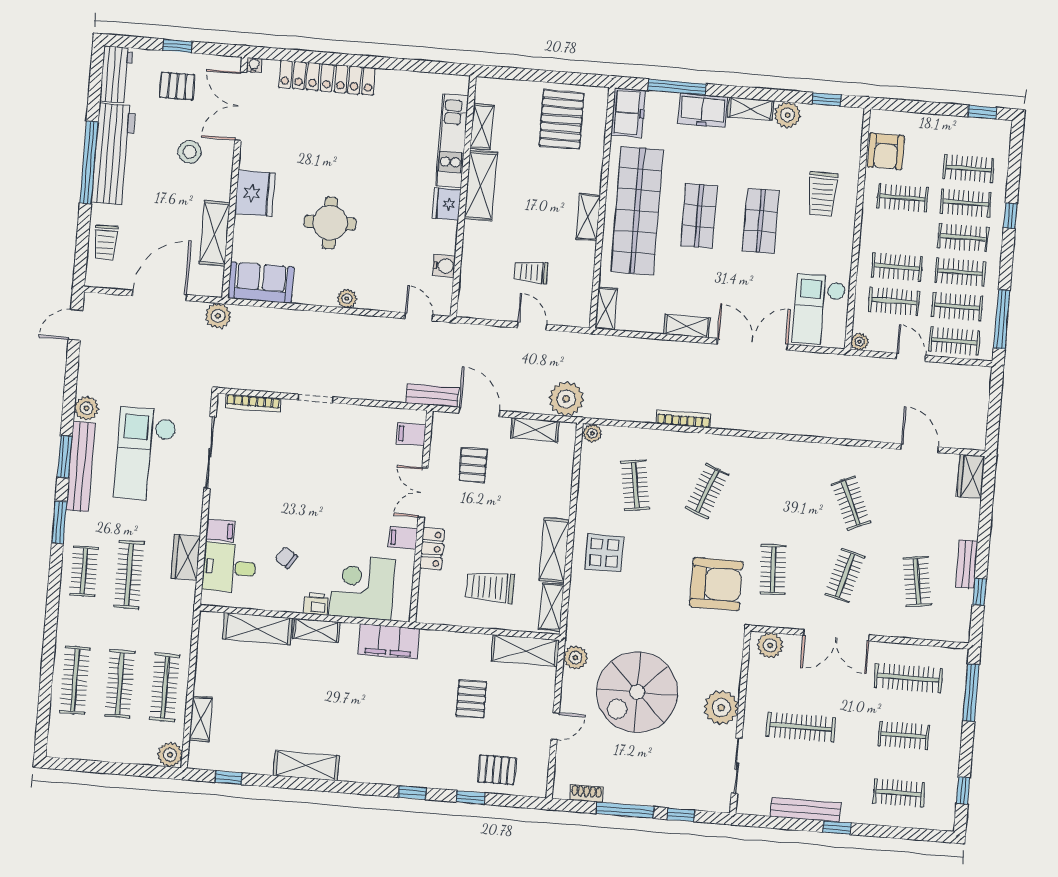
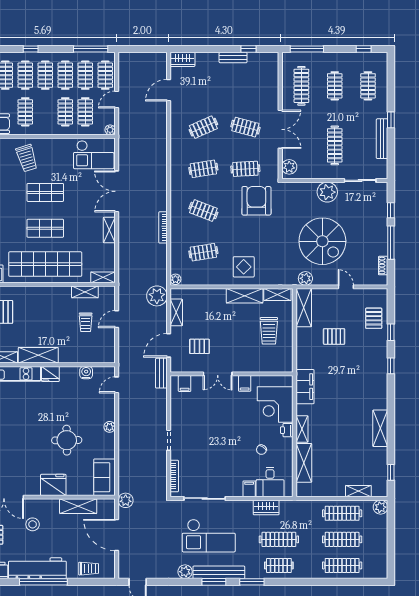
trolley: (822, 194) -> (27, 158), turned 73
shelving: (588, 217) -> (85, 292), moved
locker: (432, 549) -> (250, 366), removed
clothes rail: (917, 581) -> (203, 169), moved

